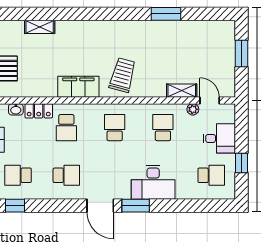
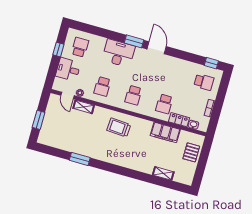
trolley: (123, 75) -> (119, 127), turned 79
filing cabinet: (78, 87) -> (165, 132), moved
school desk: (66, 128) -> (164, 104), turned 180
school desk: (66, 175) -> (173, 73), removed
school desk: (211, 175) -> (80, 47), turned 90

